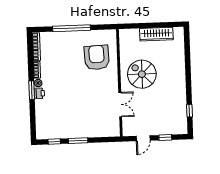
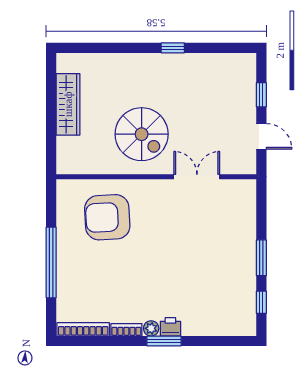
spiral stairs: (142, 74) -> (142, 134), turned -90
window: (189, 111) -> (173, 48), moved

